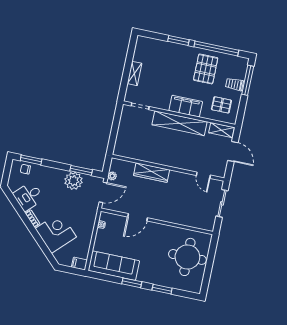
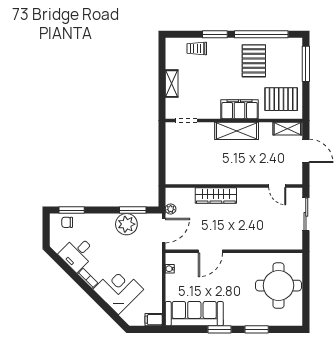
trolley: (234, 84) -> (197, 48), moved
pallet: (221, 105) -> (281, 99), width x1.50, depth x1.42
shelving: (180, 123) -> (237, 131), width x0.68

